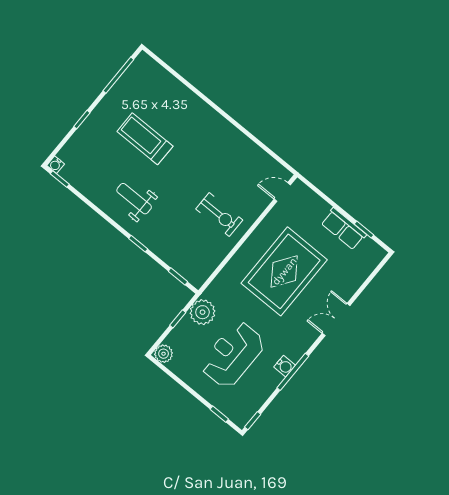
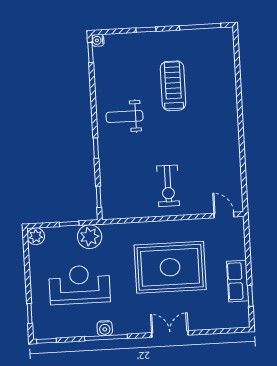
weight bench: (134, 199) -> (125, 117), turned -90

